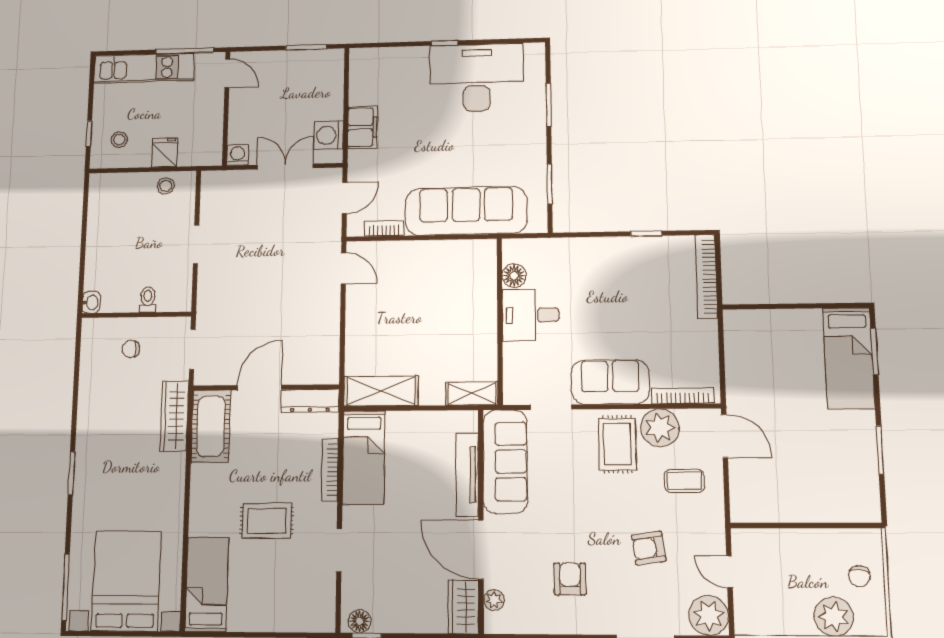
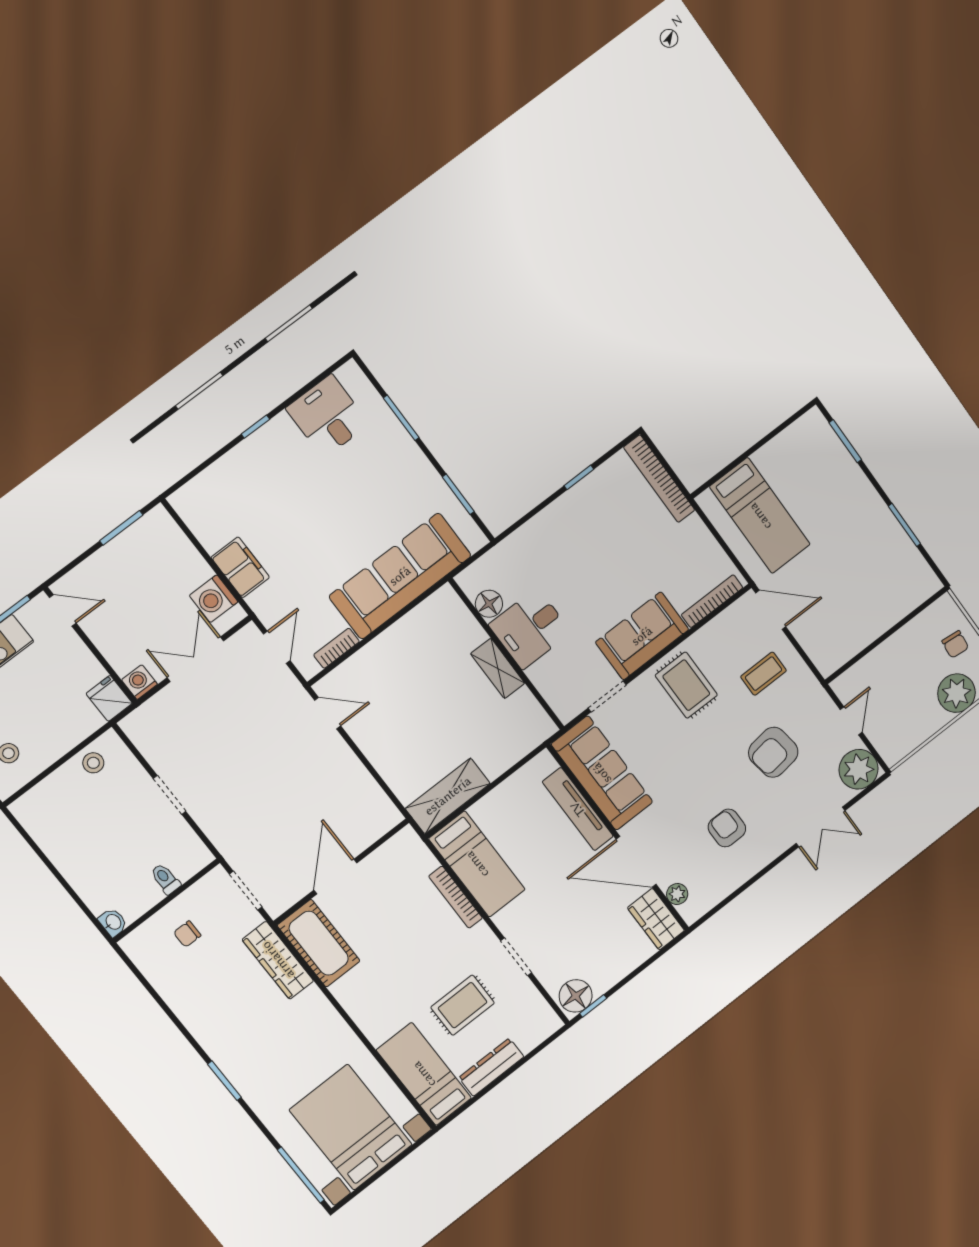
desk: (477, 78) -> (328, 416), width x0.53, depth x0.77
fridge: (165, 152) -> (109, 698), moved
bed: (849, 358) -> (760, 516), moved
shelving: (472, 394) -> (498, 668), moved, turned 90
dresser: (310, 401) -> (491, 1067), moved, turned 180
plant: (660, 428) -> (712, 644), removed
rug: (267, 521) -> (463, 1005), moved
armchair: (649, 548) -> (773, 752), width x1.38, depth x1.38
door: (729, 572) -> (851, 721), swing flipped
floor lamp: (359, 621) -> (576, 996), width x1.38, depth x1.38

